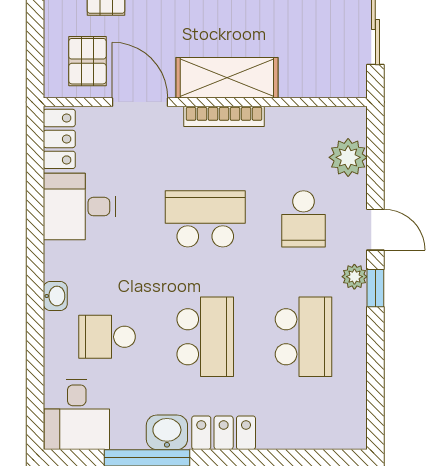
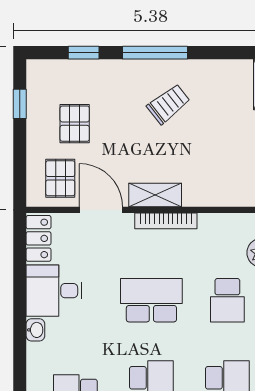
shelving: (227, 78) -> (155, 195), width x0.67, depth x0.75
washbasin: (55, 296) -> (35, 330), moved

